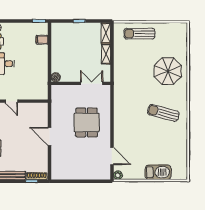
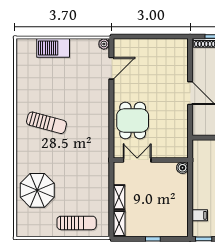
parasol: (168, 71) -> (37, 190), moved
double door: (92, 83) -> (137, 160), swing flipped
dining table: (87, 122) -> (133, 120), moved
door: (112, 156) -> (111, 68), swing flipped

